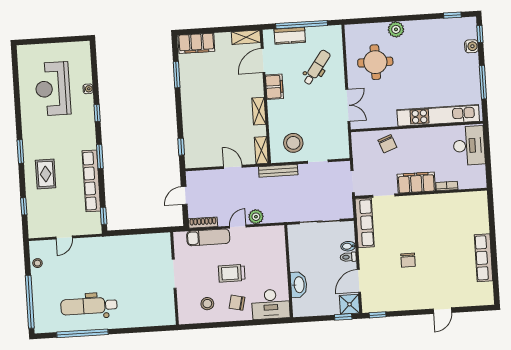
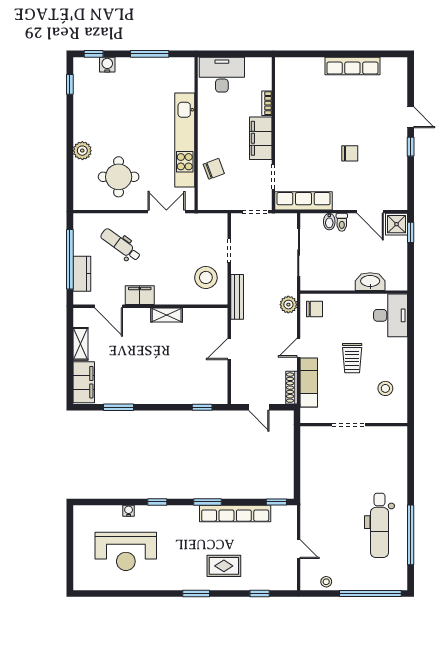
shelving: (246, 37) -> (80, 344), moved
kitchen unit: (438, 115) -> (185, 140), moved
shelving: (261, 150) -> (212, 315), removed
plant: (256, 217) -> (288, 305), moved
door: (238, 227) -> (299, 348), hinge flipped
chair: (237, 303) -> (315, 309), moved, turned -103
window: (378, 315) -> (411, 147), moved

